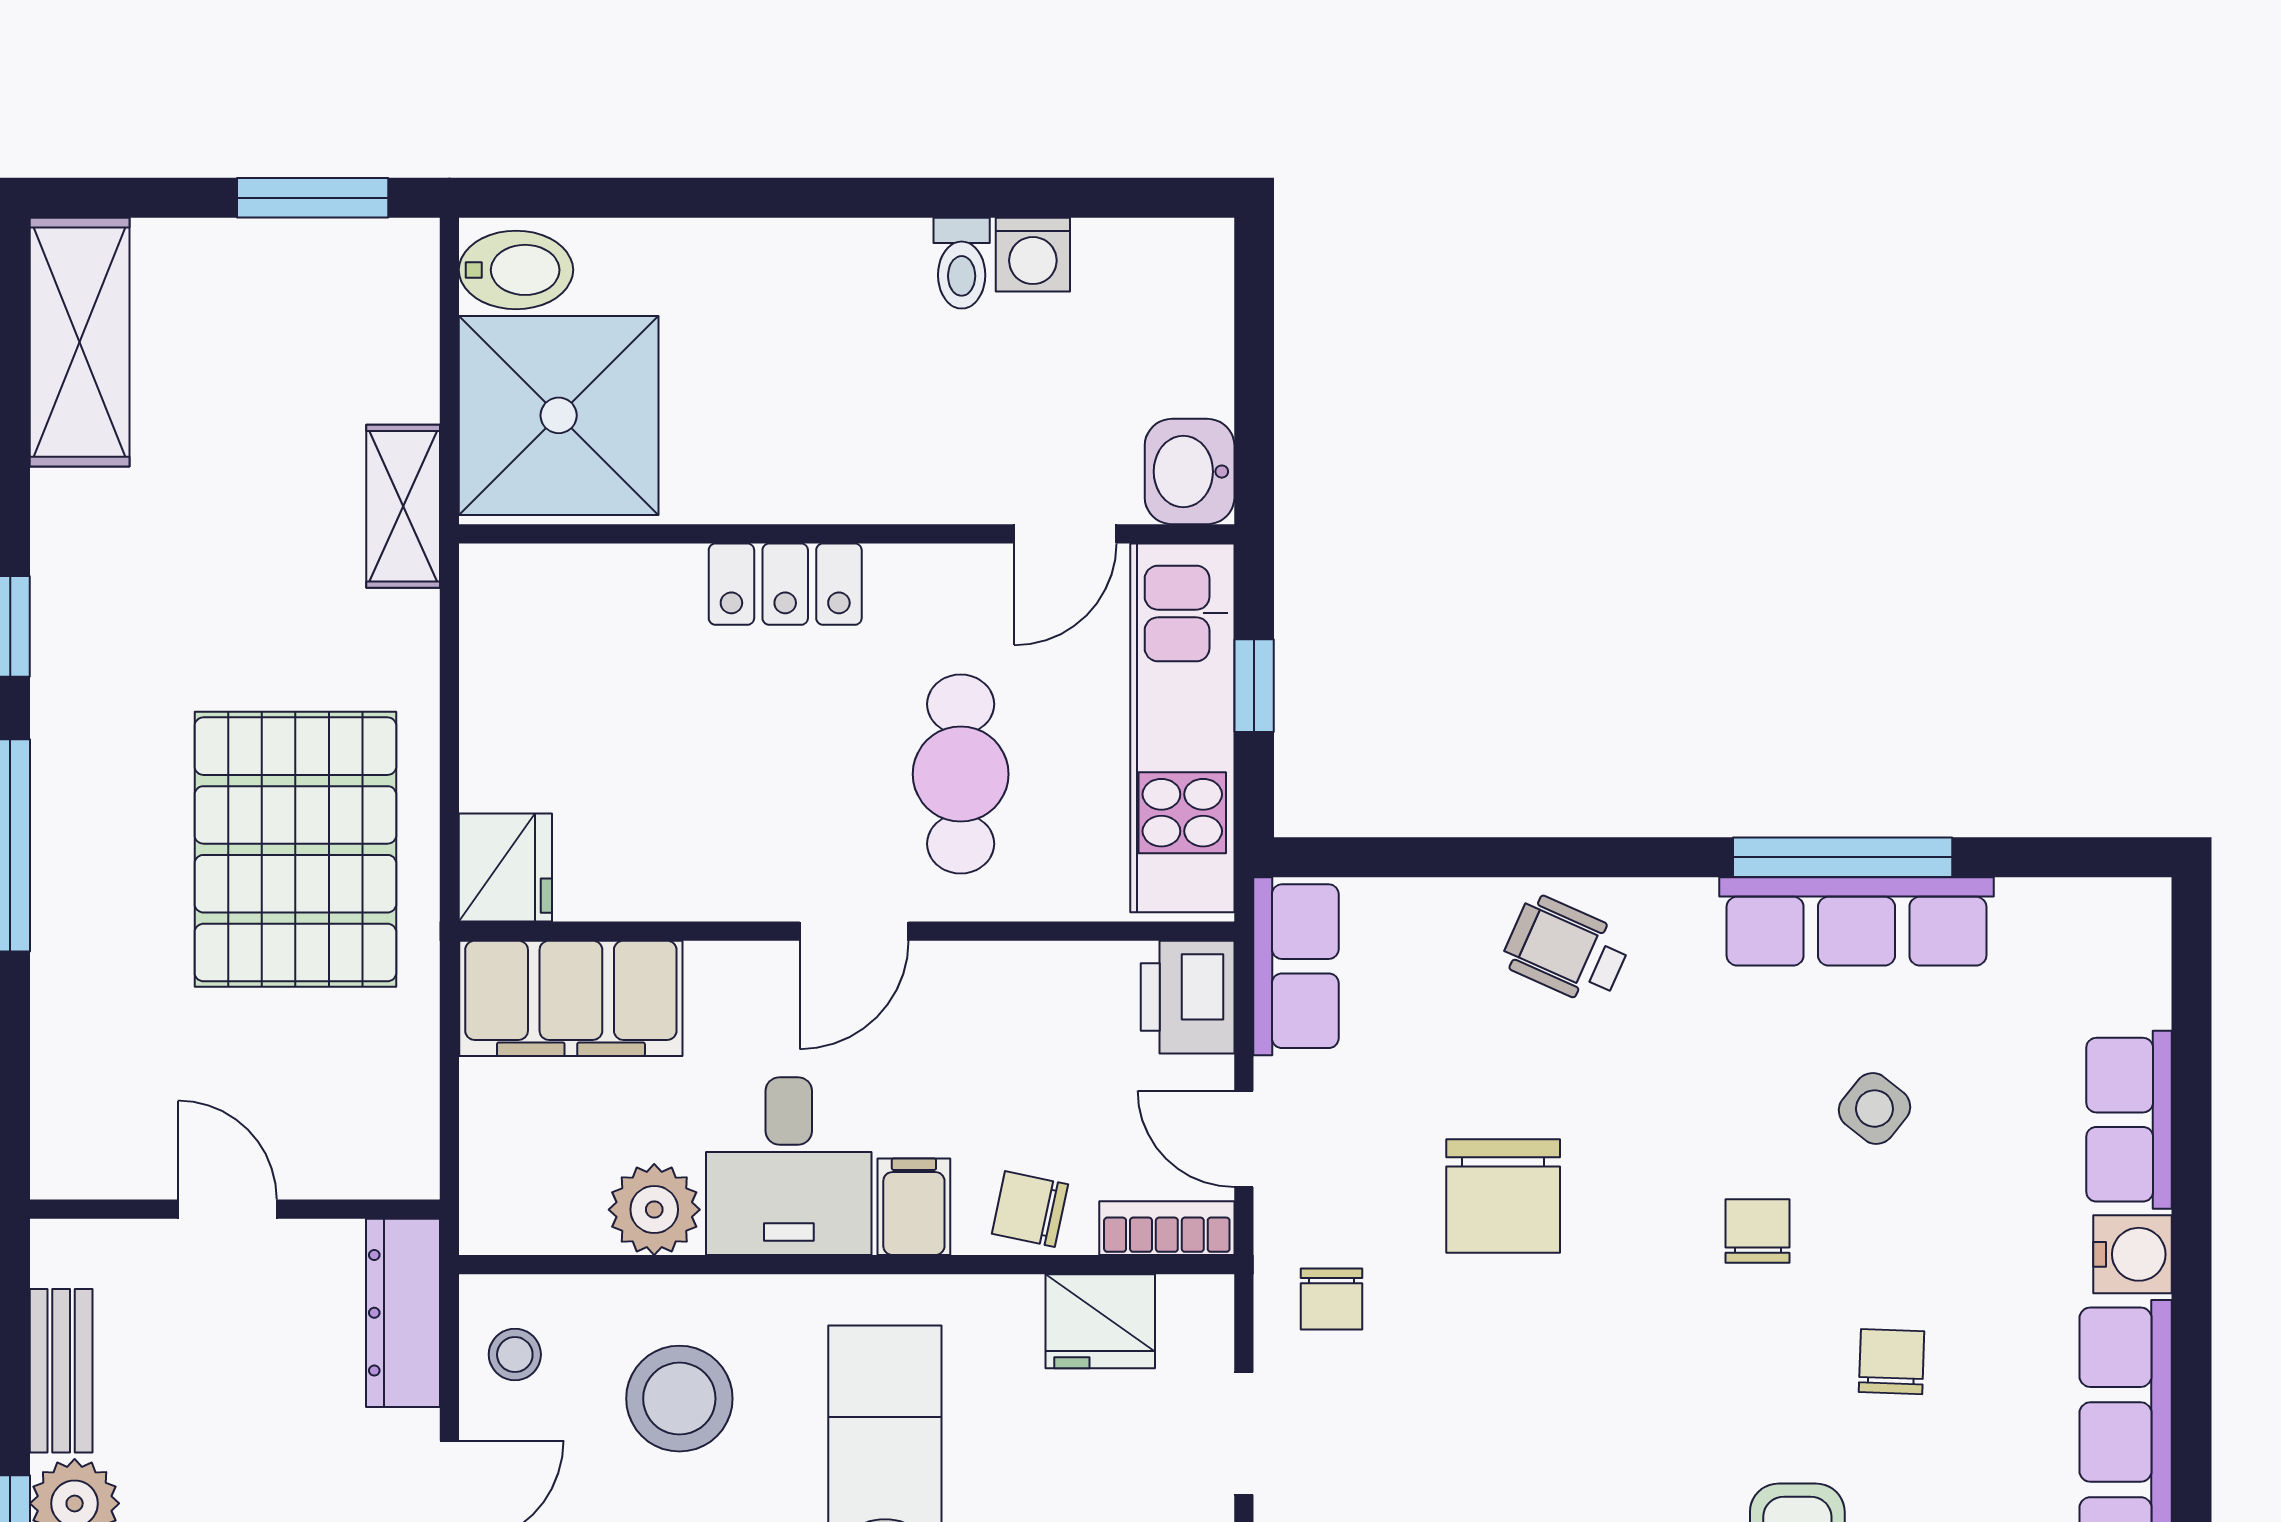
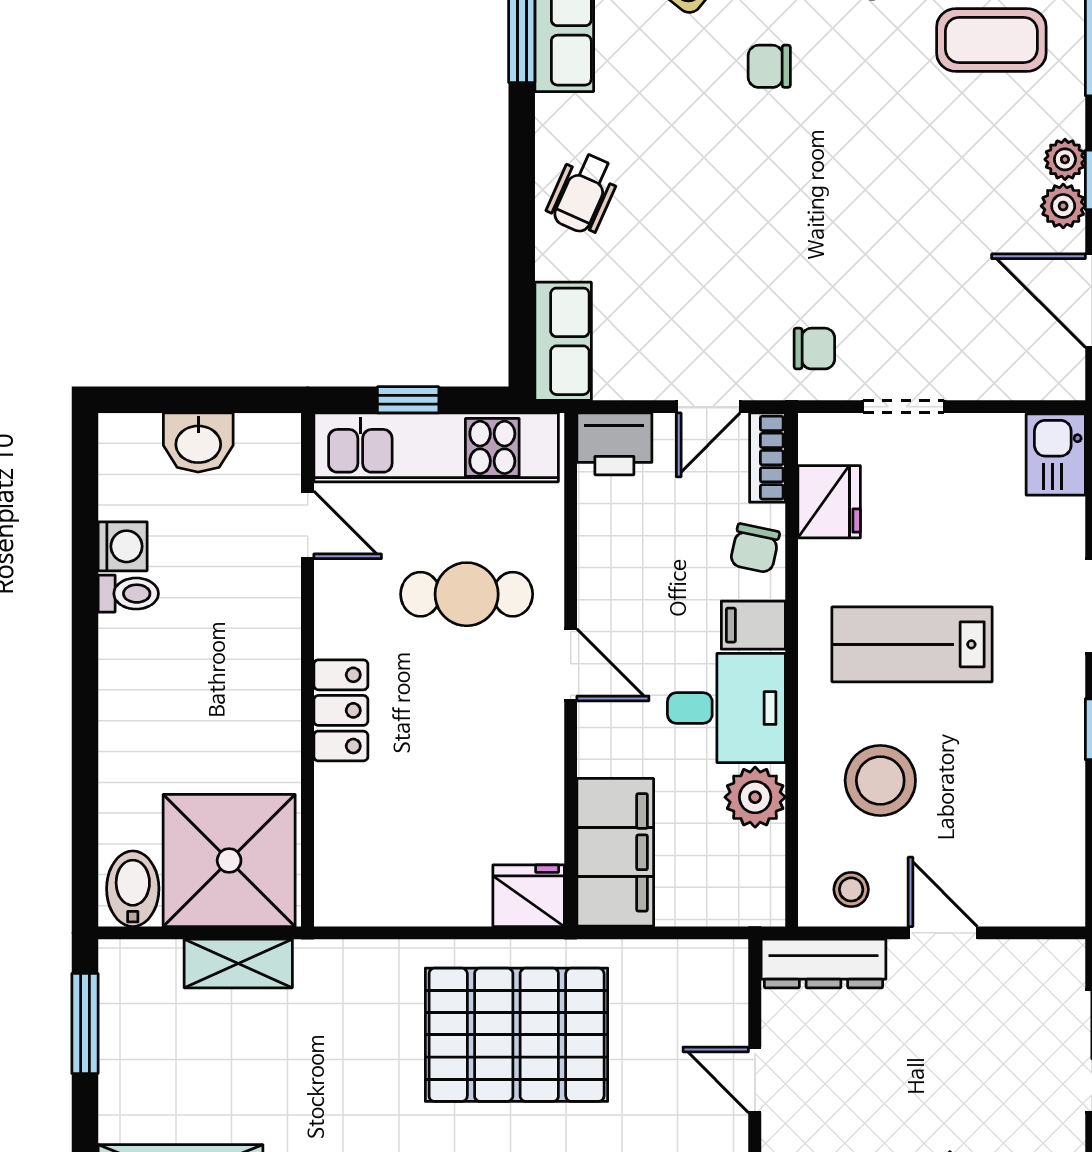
washbasin: (1190, 472) -> (198, 443), moved
shelving: (403, 506) -> (238, 963), moved
row of seats: (1296, 966) -> (563, 341), moved, turned 90
chair: (1503, 1196) -> (746, 235), removed
door: (227, 1209) -> (755, 1080), hinge flipped

